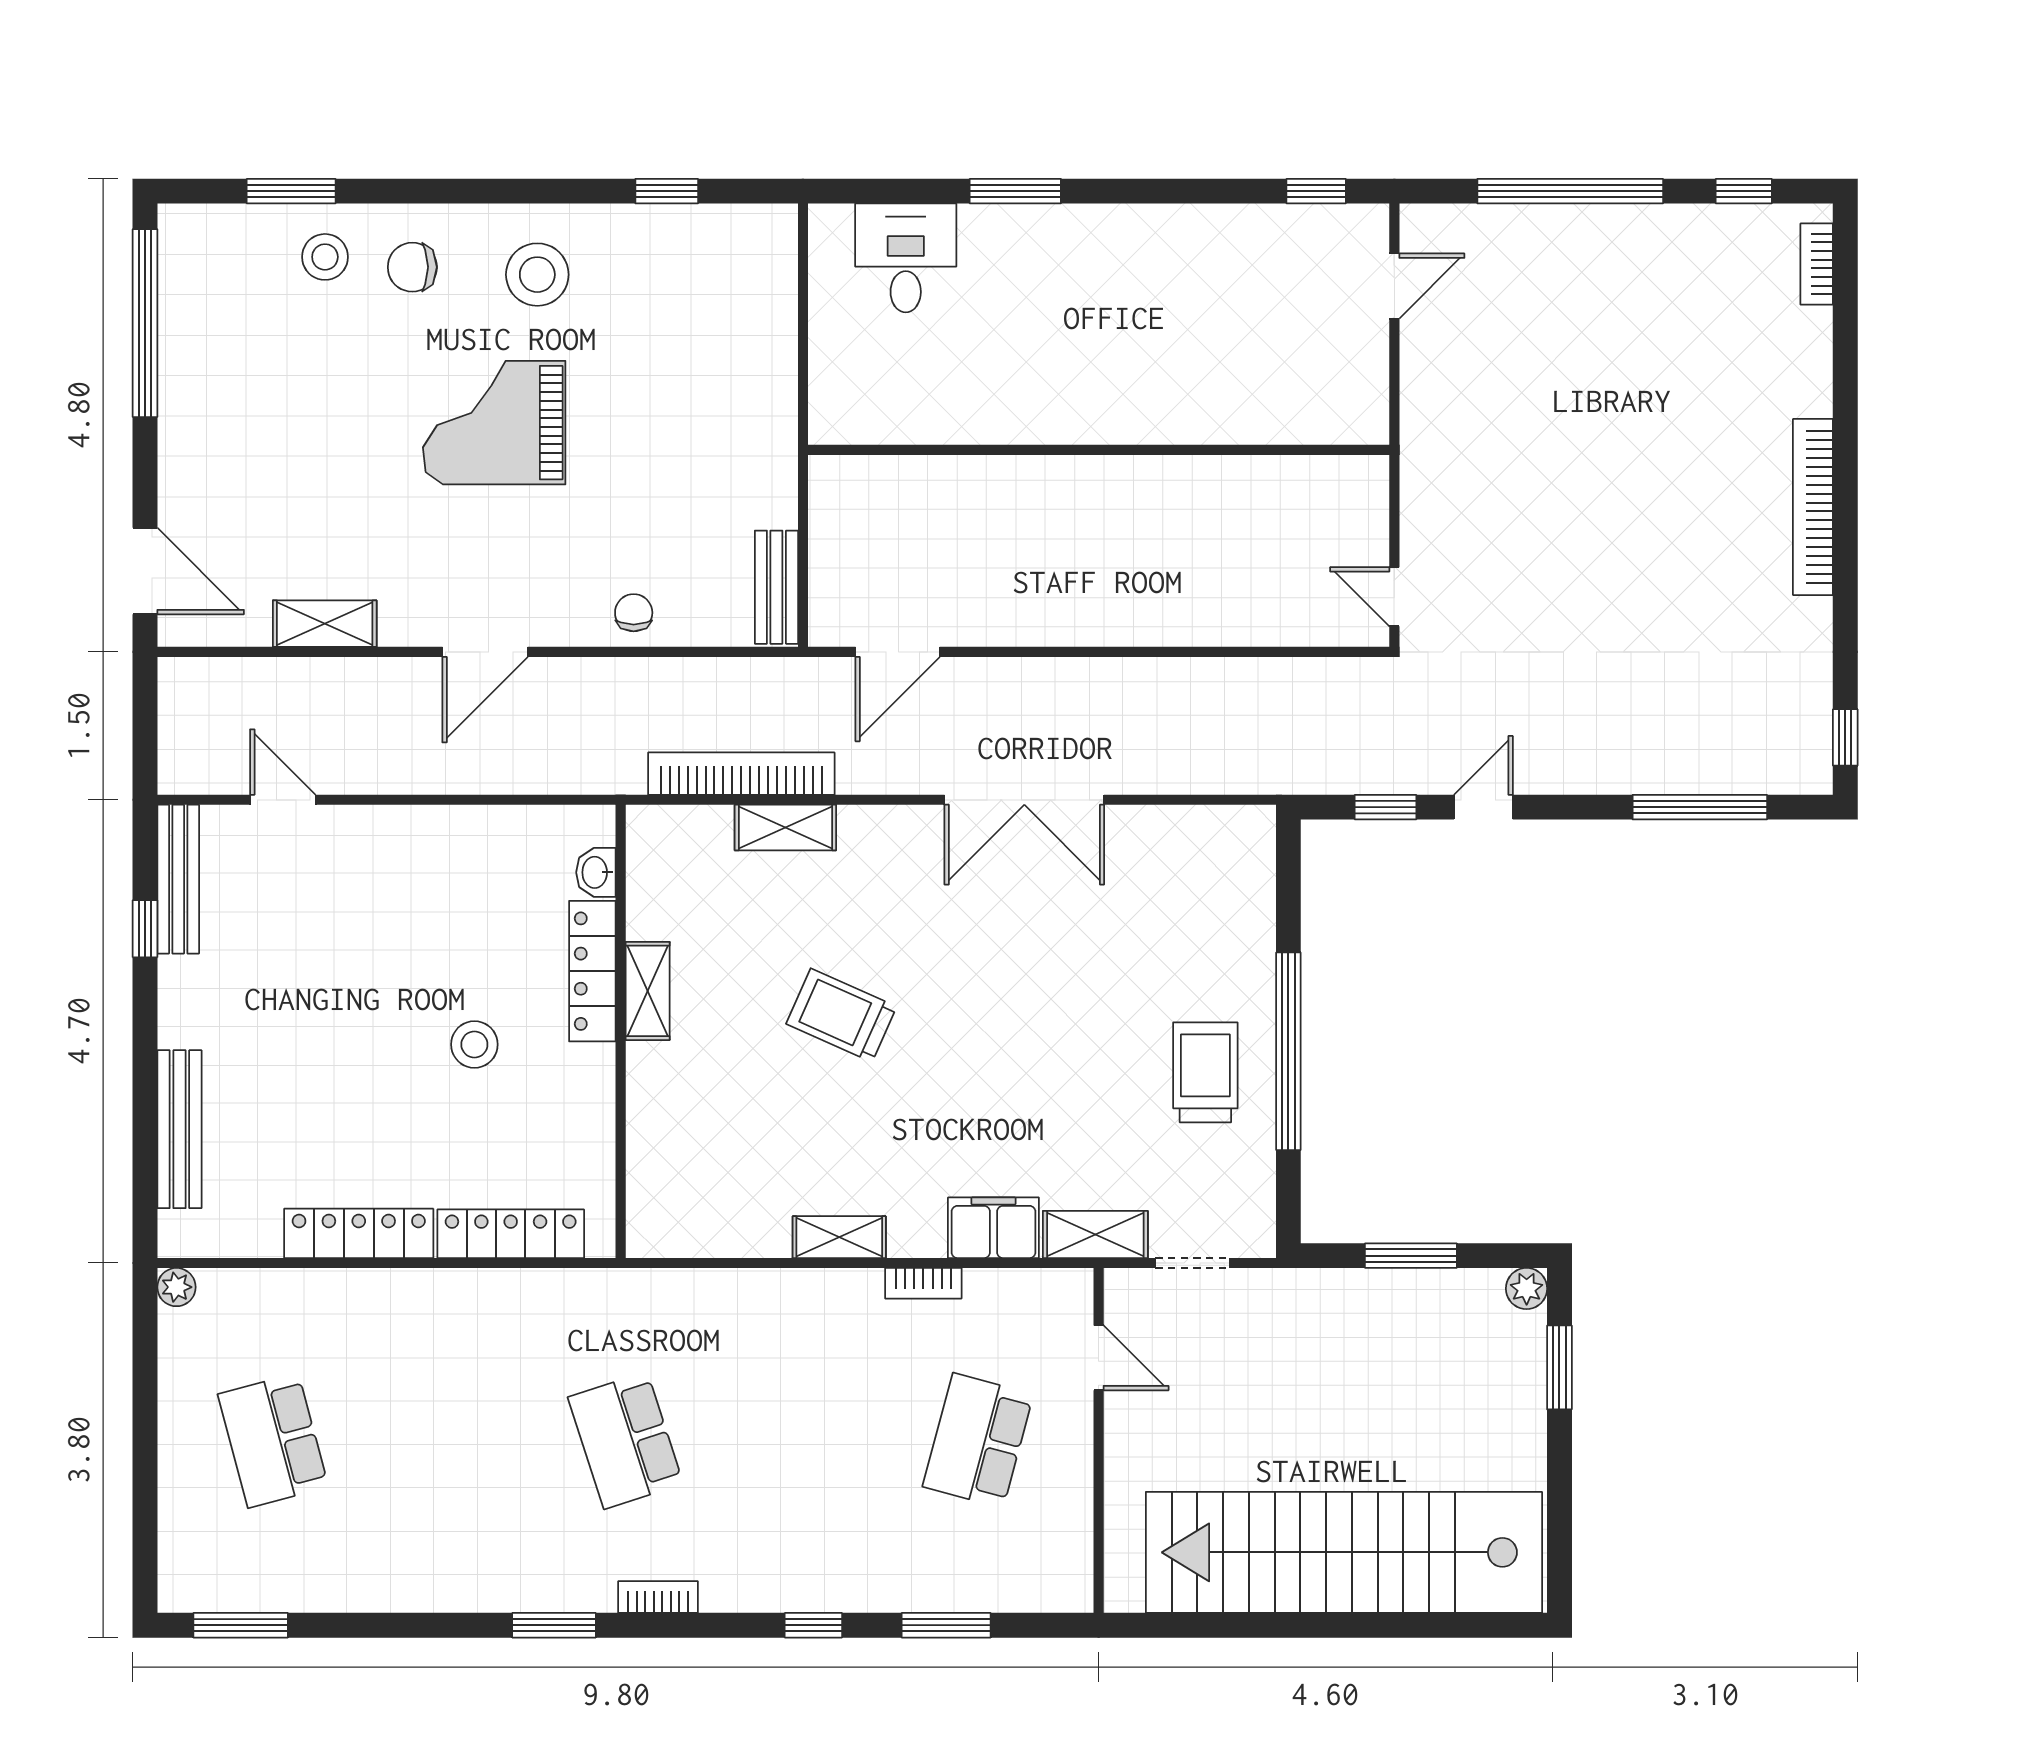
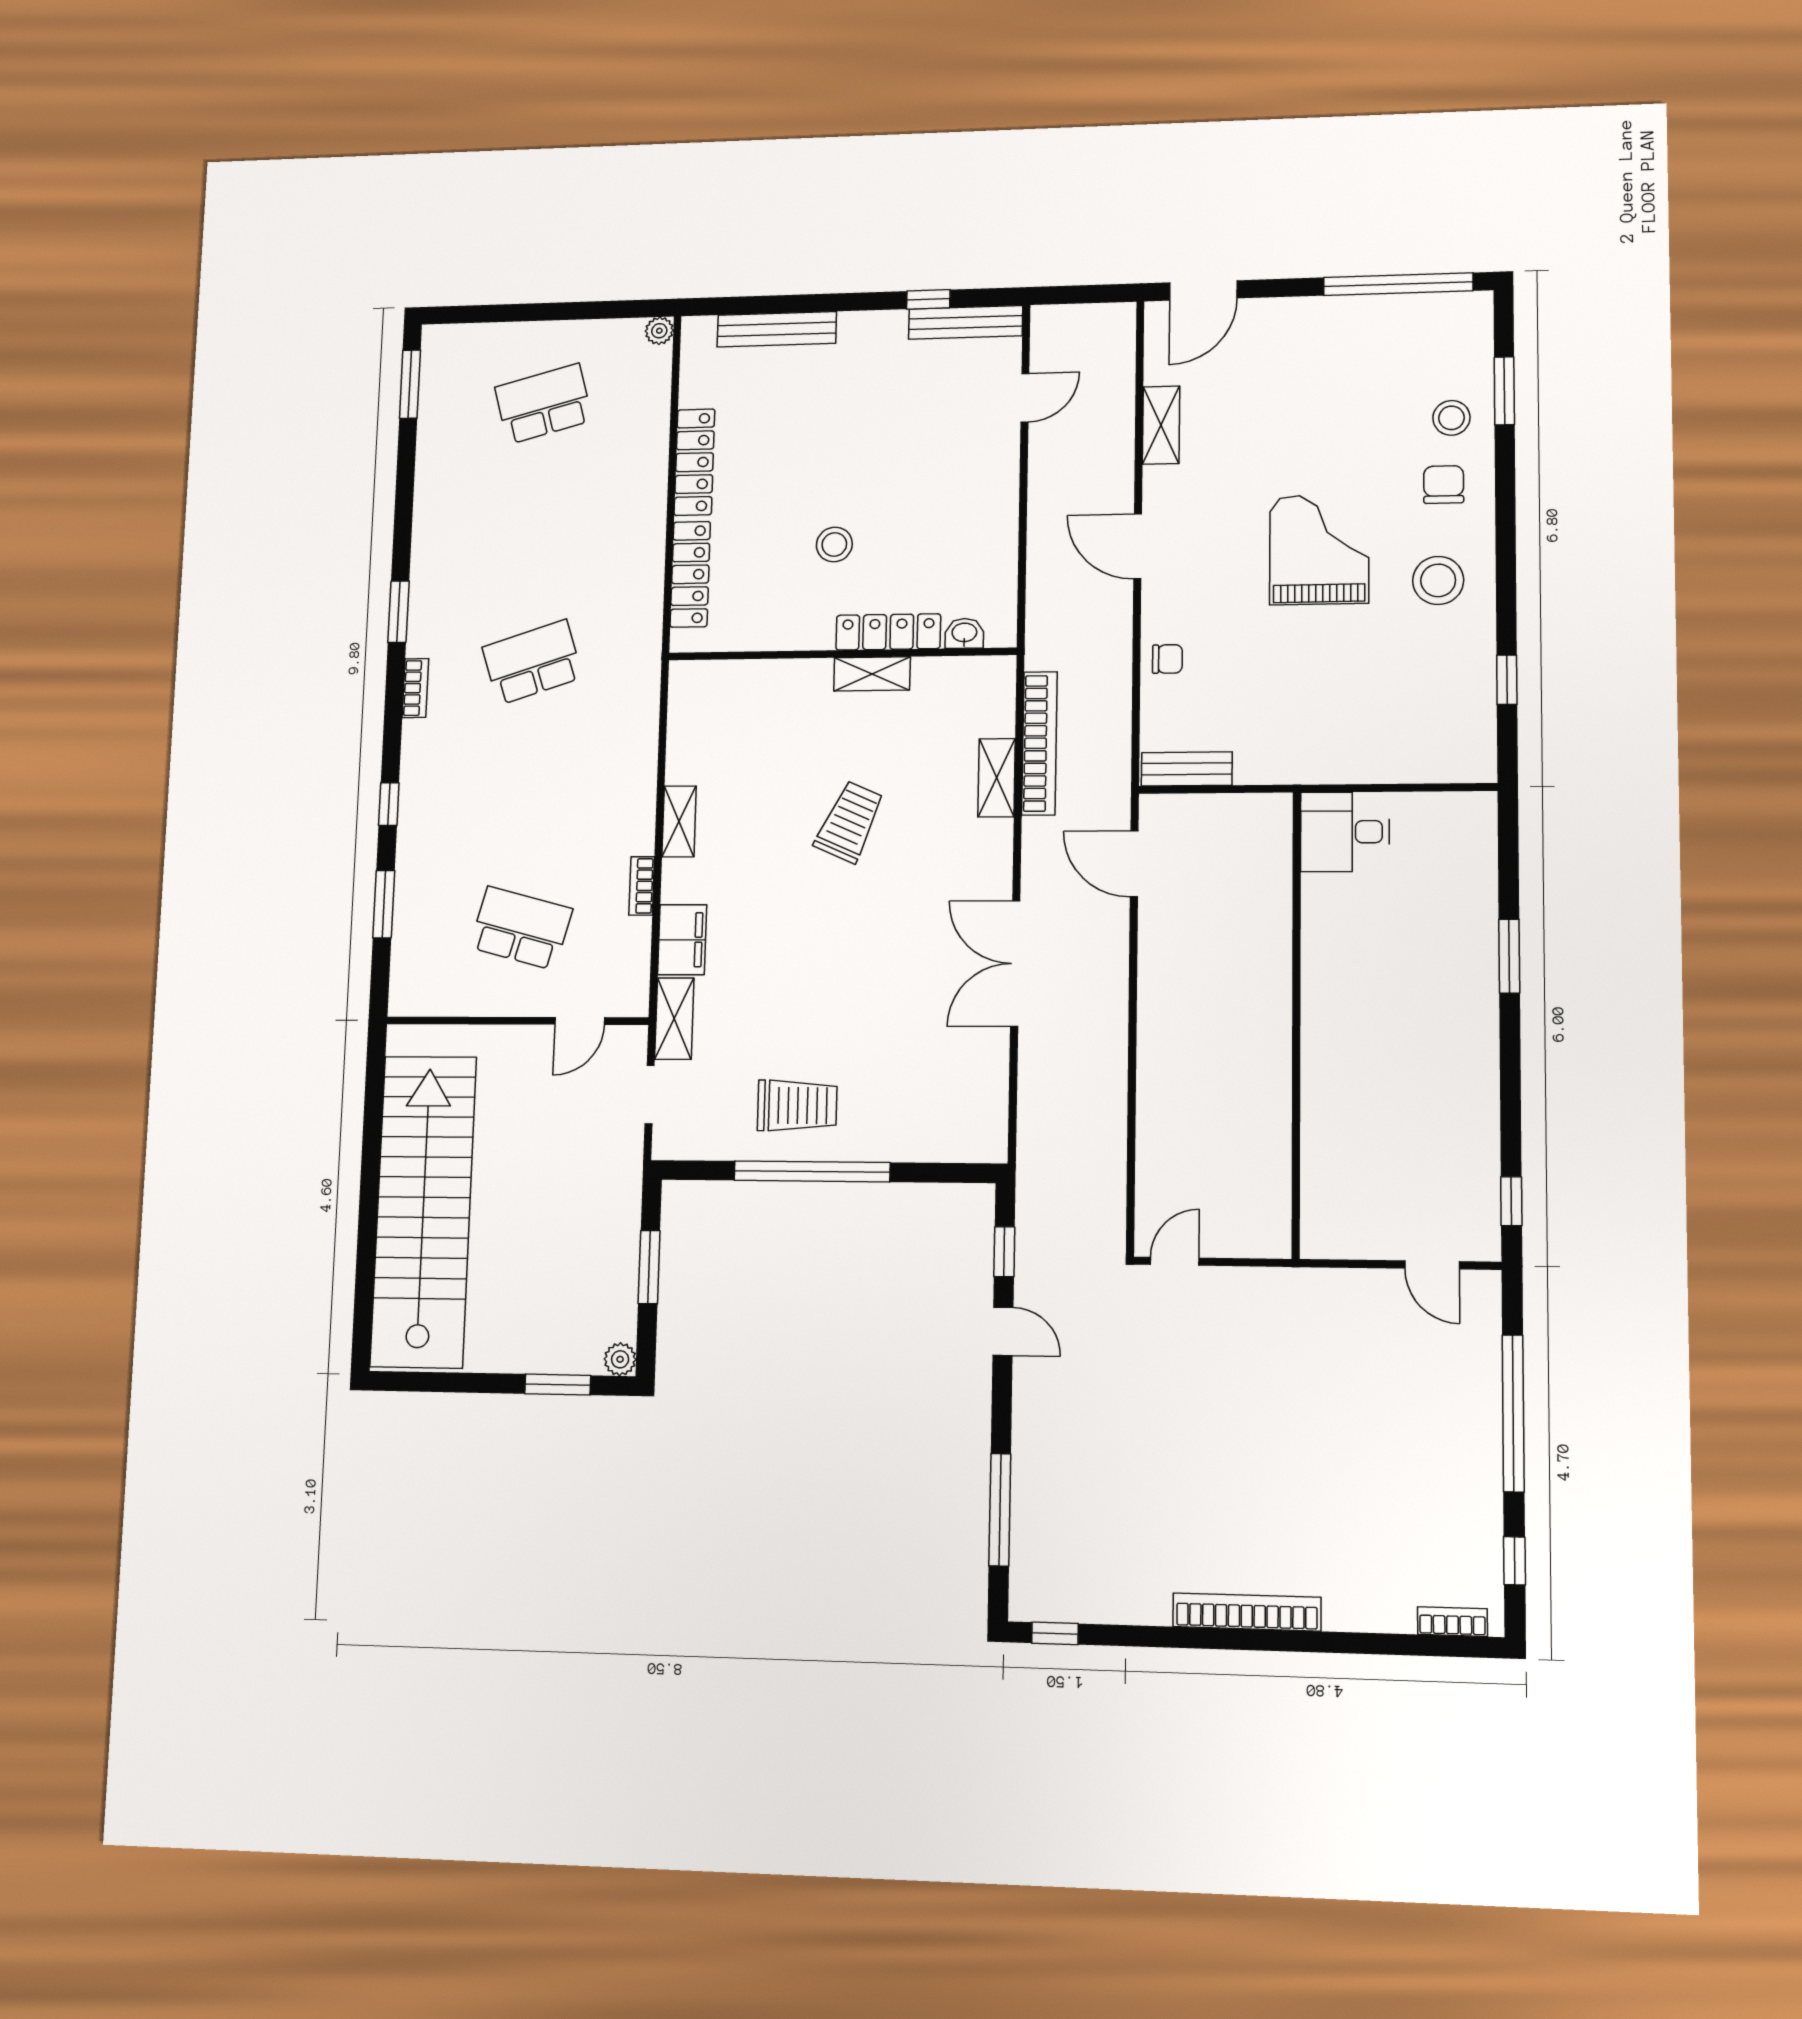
desk: (906, 258) -> (1345, 832), moved, turned 180

